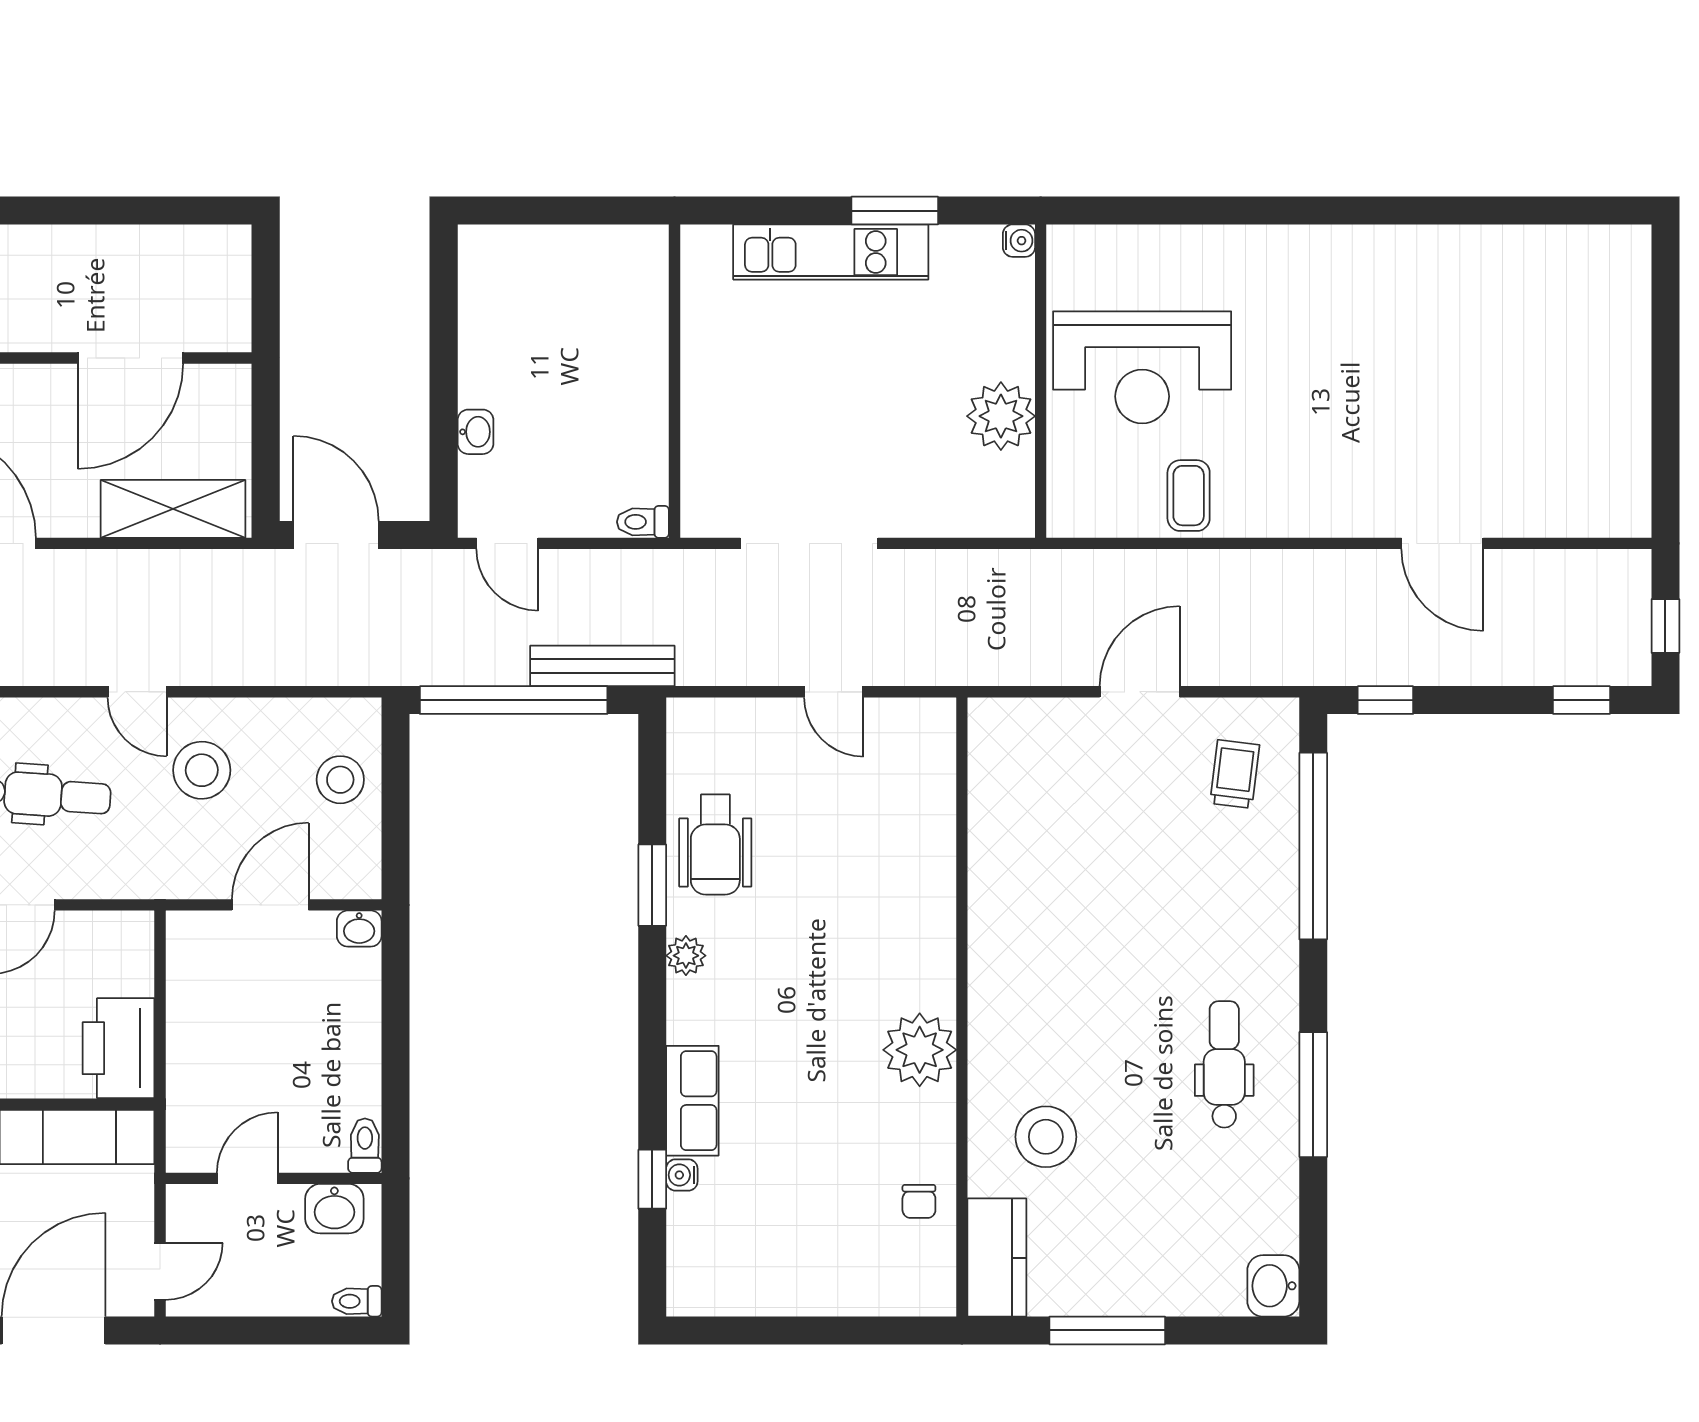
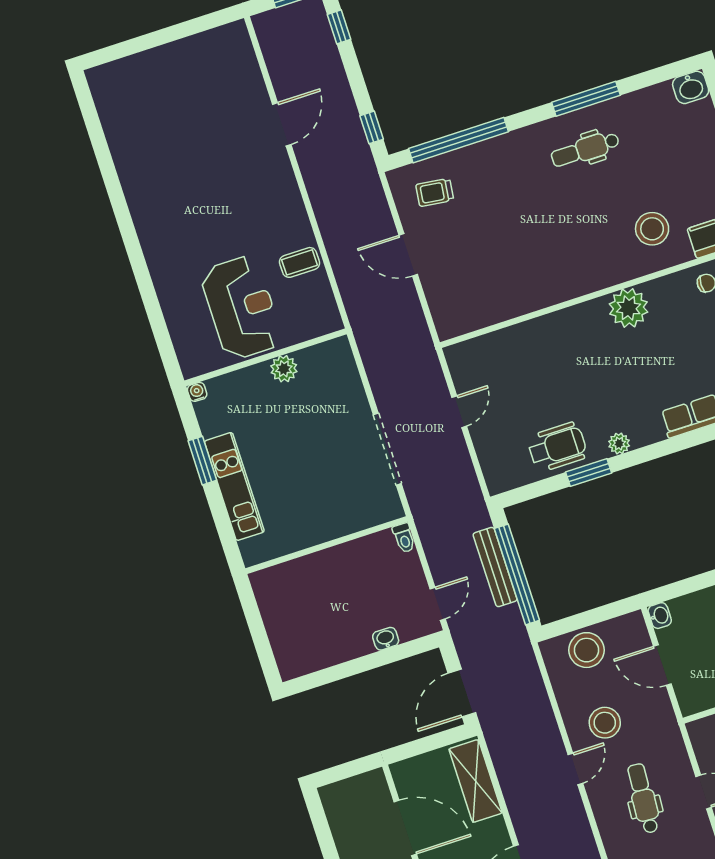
plant: (1001, 416) -> (284, 369), width x0.73, depth x0.73
bench: (602, 666) -> (495, 567), moved
stool: (340, 780) -> (587, 650), width x1.38, depth x1.38

